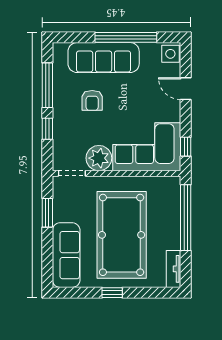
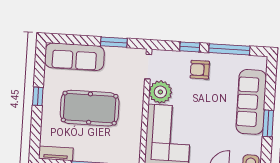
window: (126, 37) -> (268, 123), width x0.47
armchair: (92, 100) -> (200, 70), moved
pool table: (122, 235) -> (90, 108), width x0.73, depth x0.76

